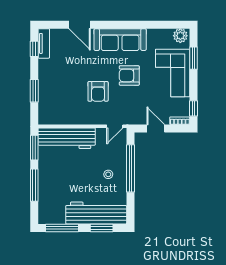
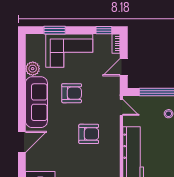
plant: (180, 36) -> (33, 69), moved
armchair: (129, 75) -> (72, 93), turned -90
armchair: (98, 91) -> (89, 134), moved

